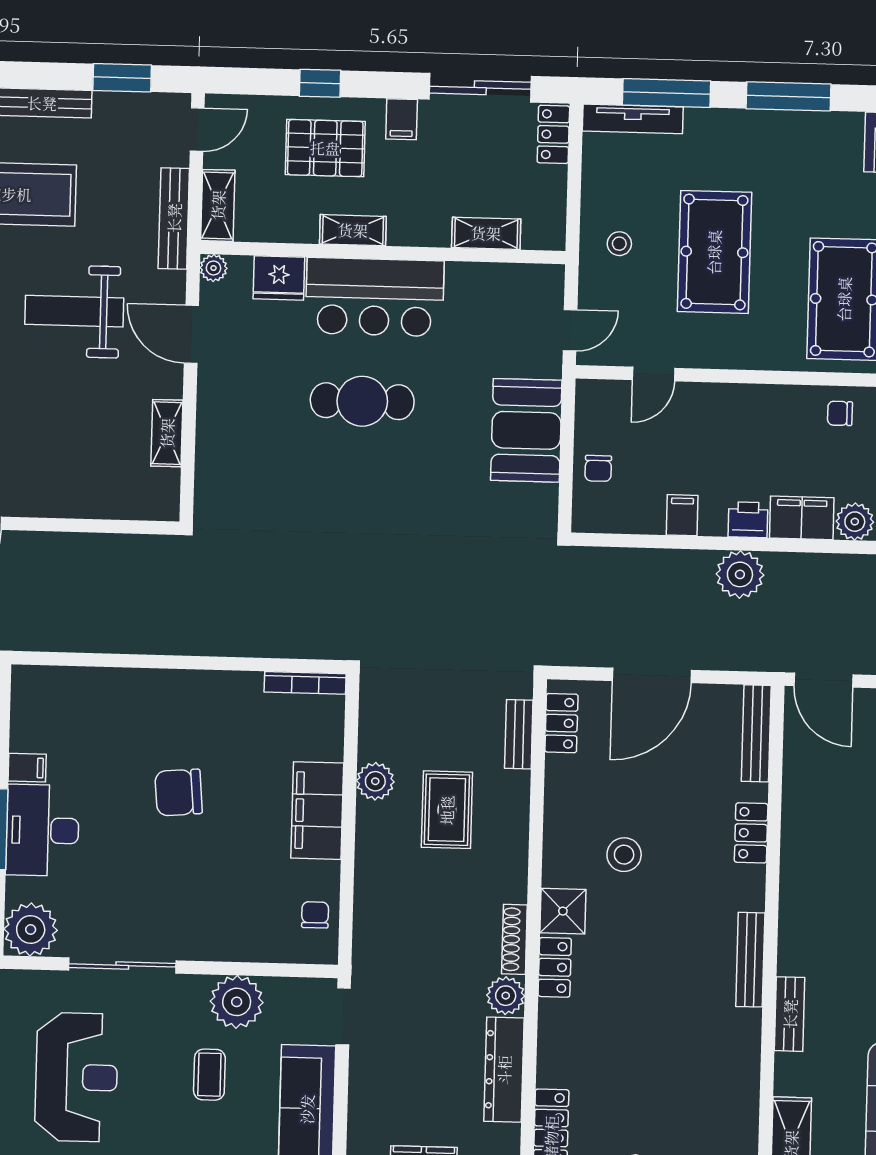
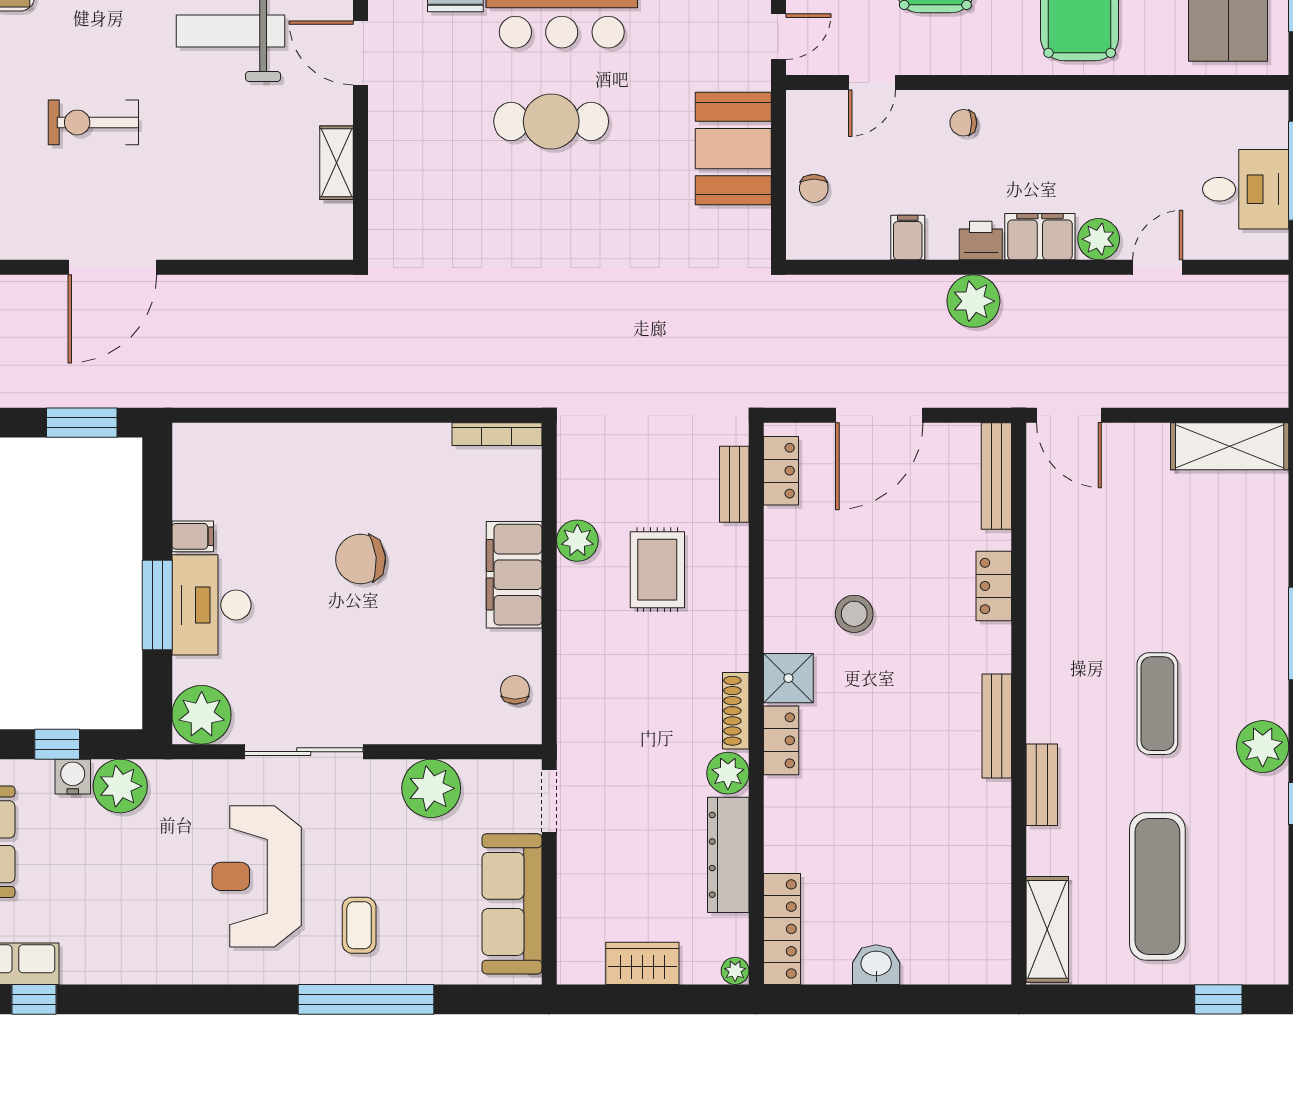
chair: (840, 413) -> (963, 123), moved
coffee table: (209, 1075) -> (359, 925), moved
reception desk: (76, 1077) -> (257, 876), turned 180

